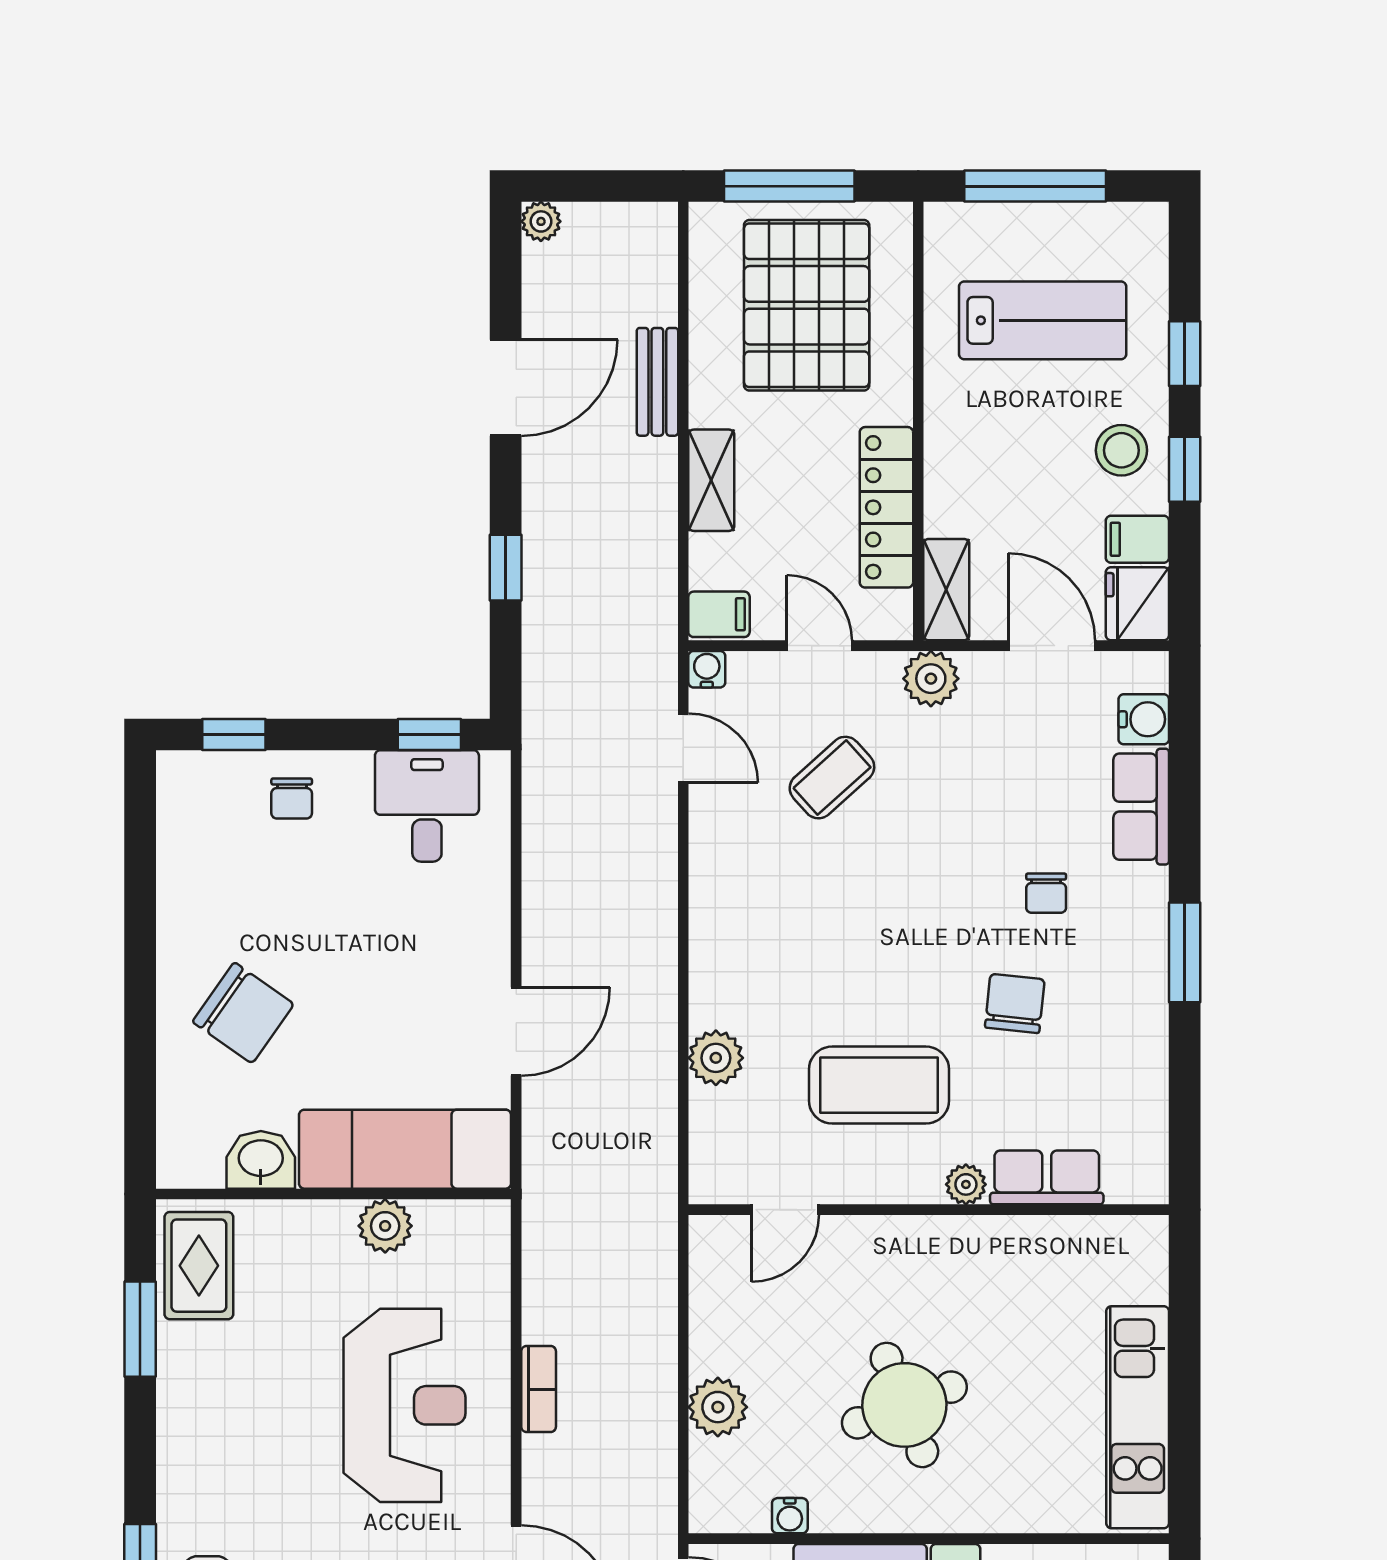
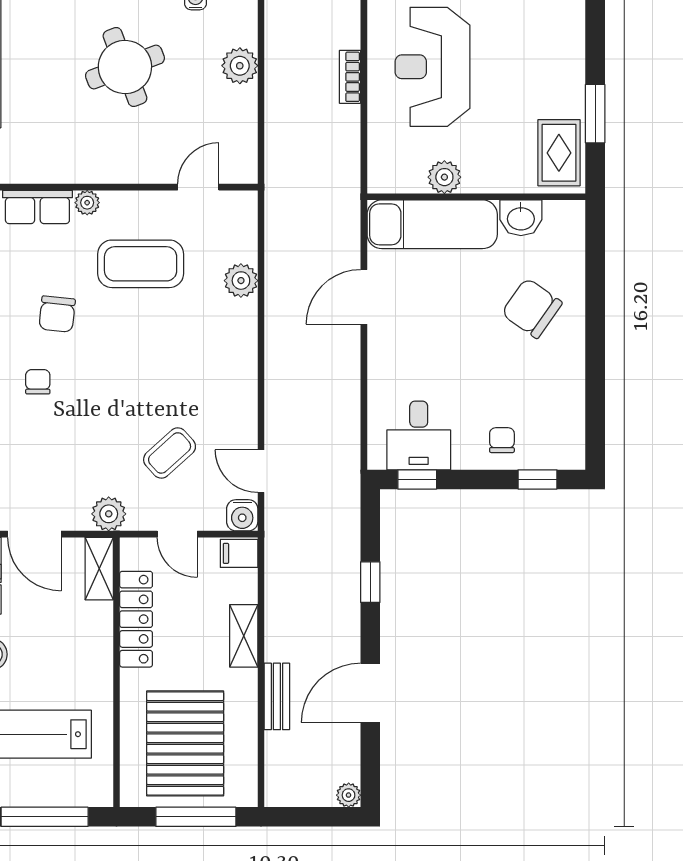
water cooler: (707, 669) -> (242, 515), width x1.38, depth x1.38

